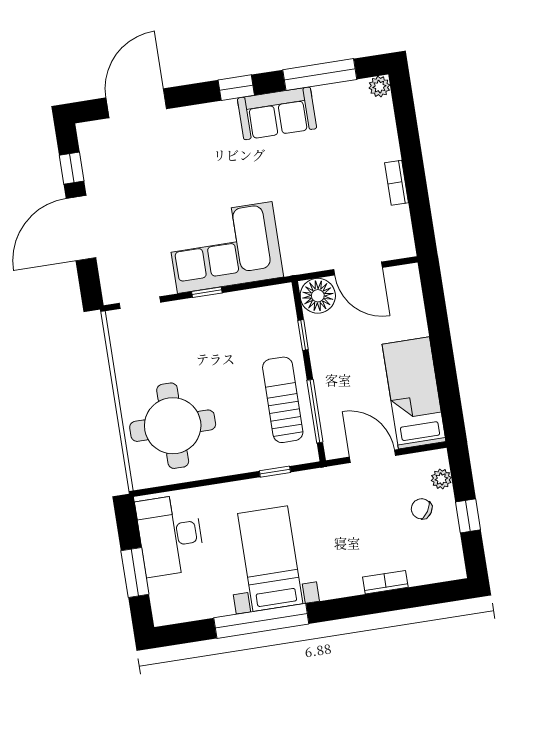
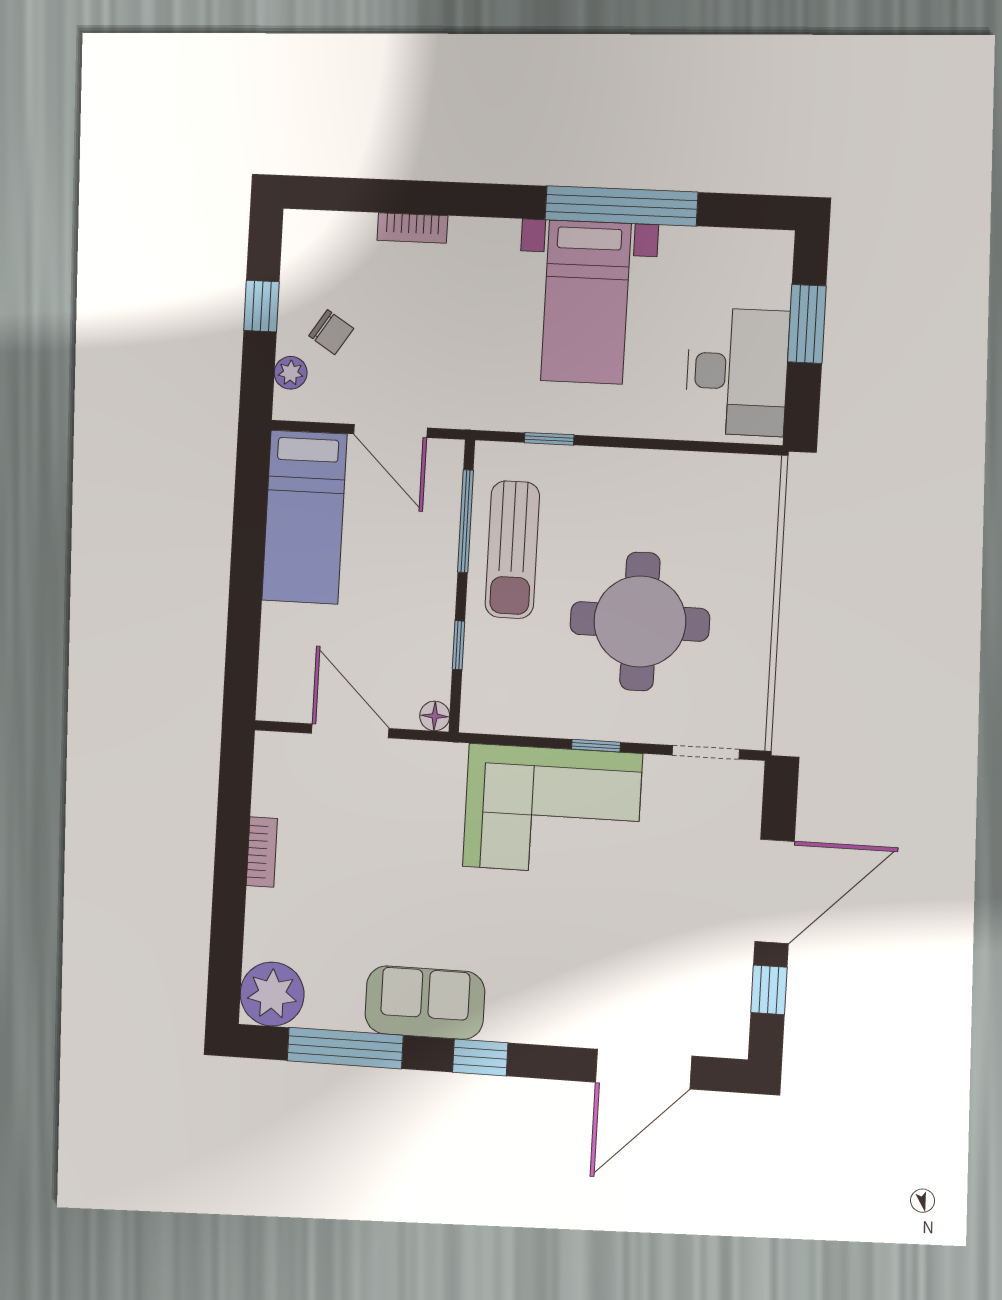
plant: (379, 87) -> (272, 994), width x1.87, depth x1.87
floor lamp: (318, 296) -> (435, 716), width x0.53, depth x0.53
round table: (173, 426) -> (640, 621), moved

